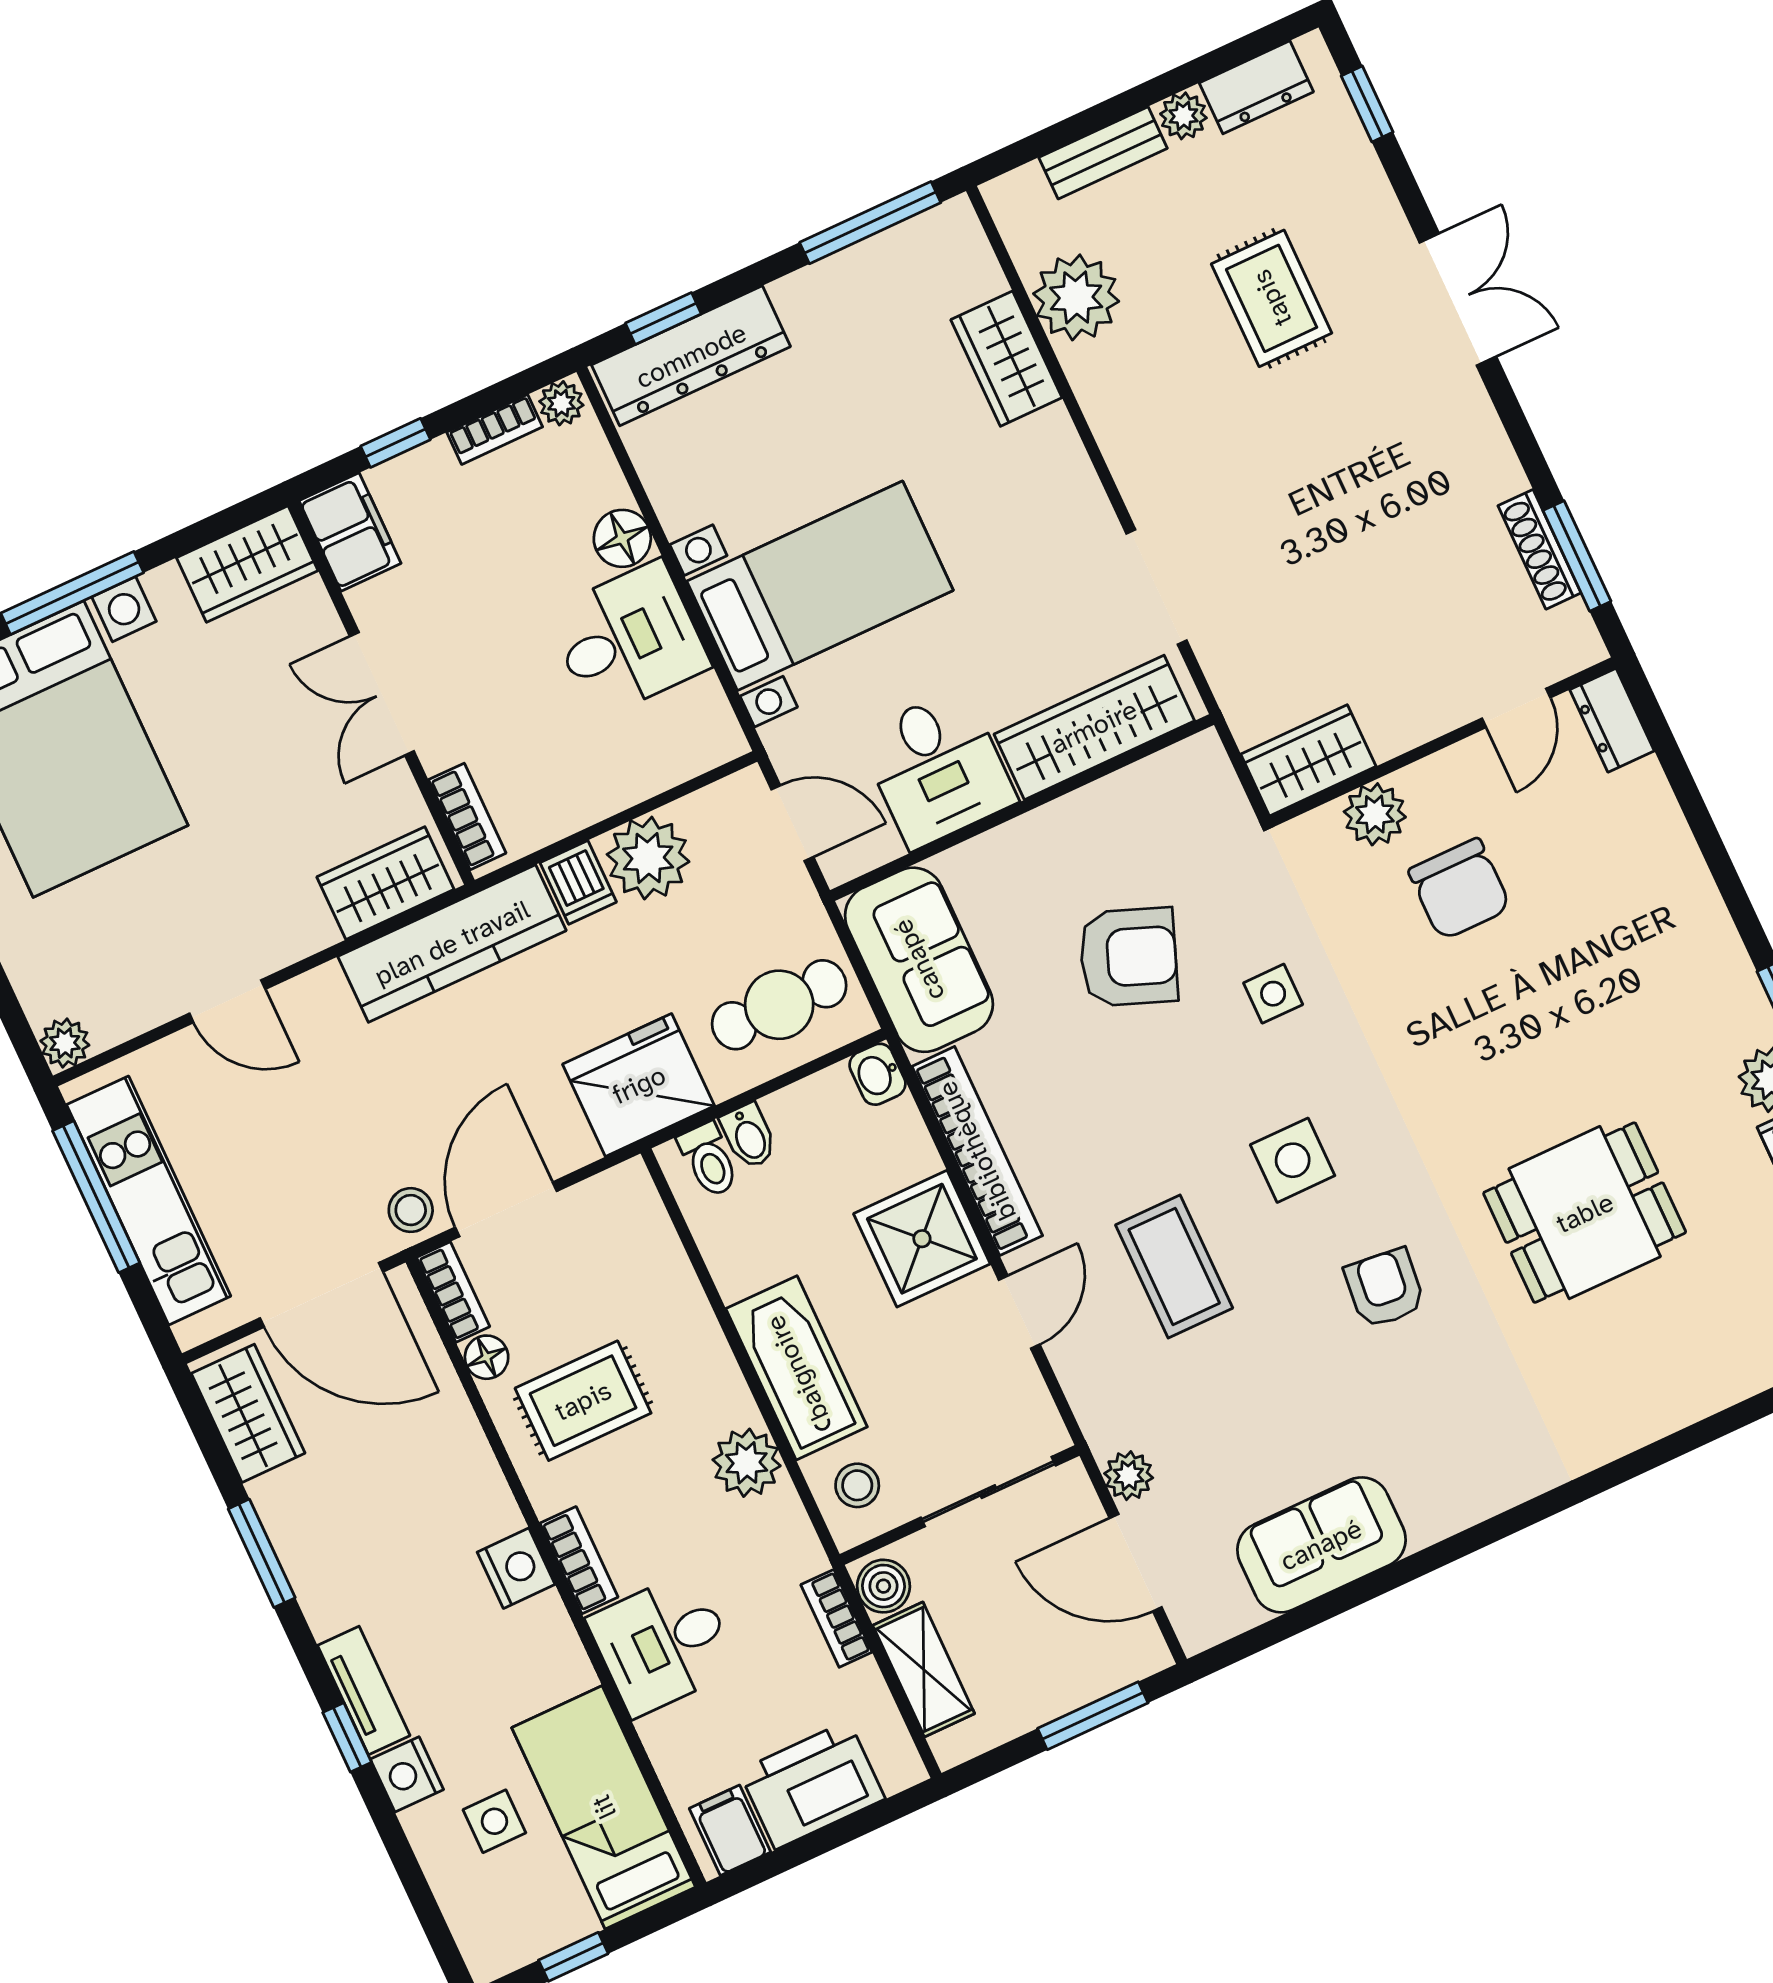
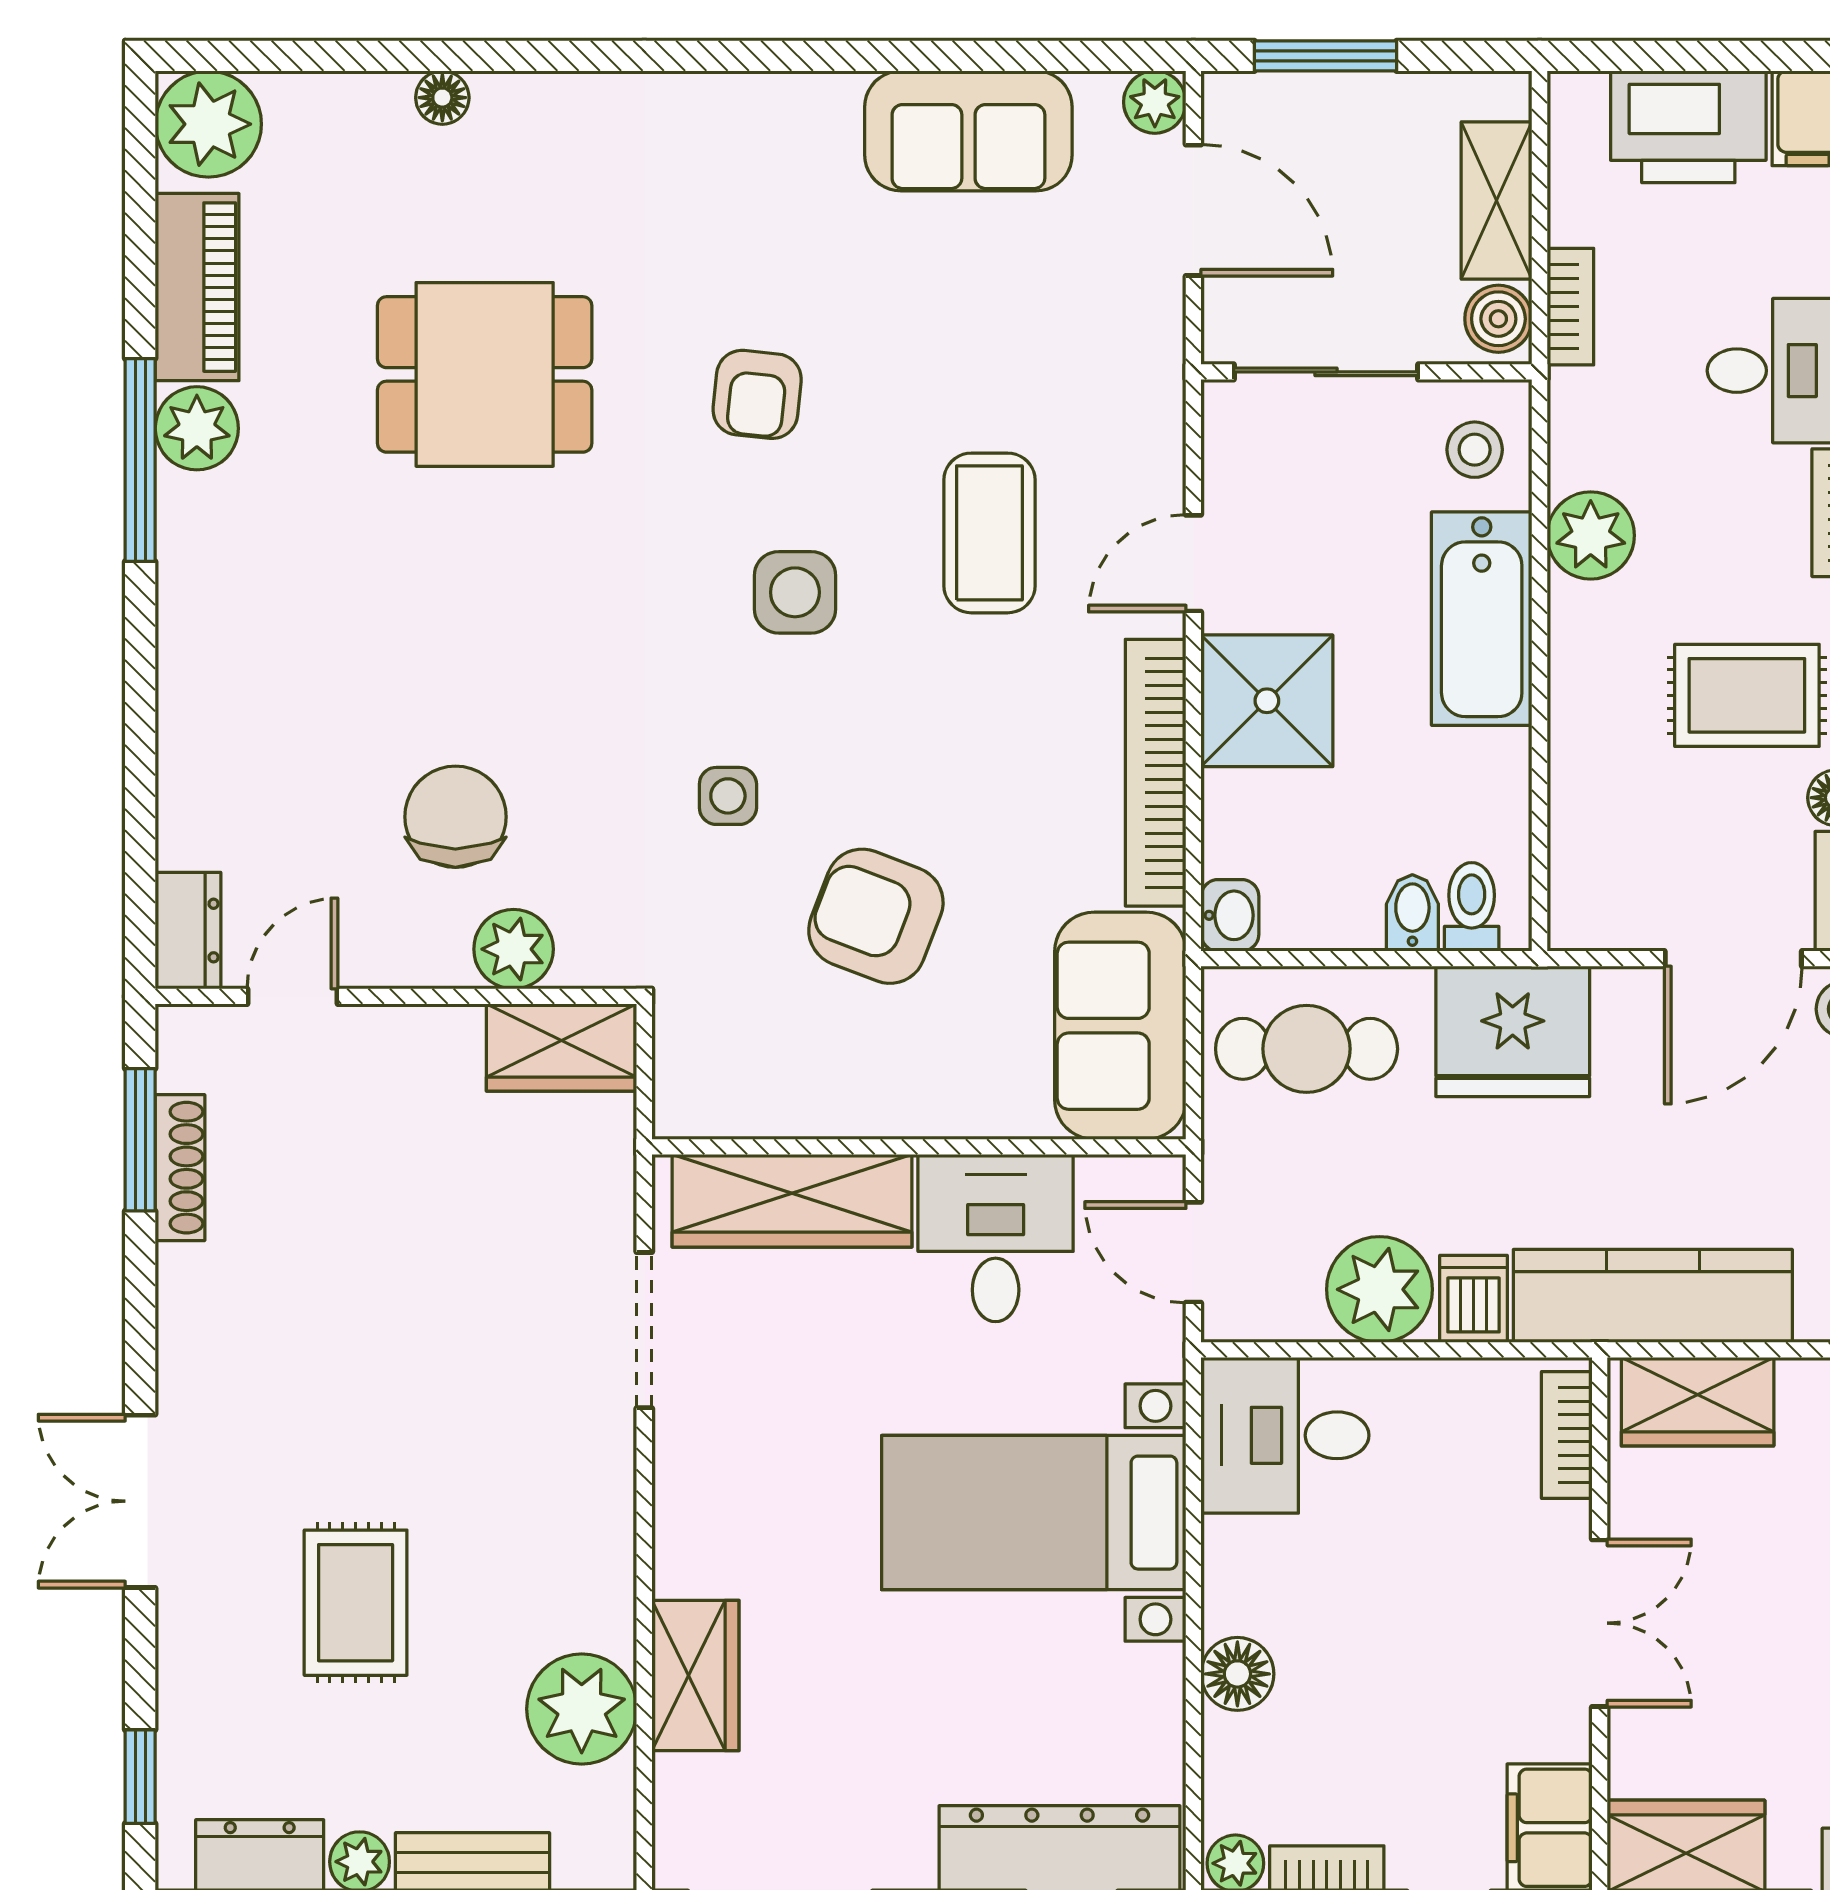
desk: (628, 639) -> (1285, 1435), moved
floor lamp: (1706, 1395) -> (442, 98), added
plant: (1129, 1476) -> (1155, 102), moved

